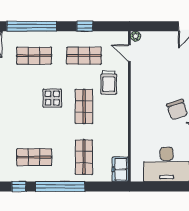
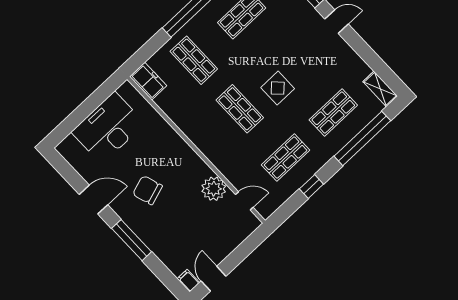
plant: (136, 36) -> (214, 189), moved, width x1.87, depth x1.87
trolley: (109, 83) -> (238, 154), removed

